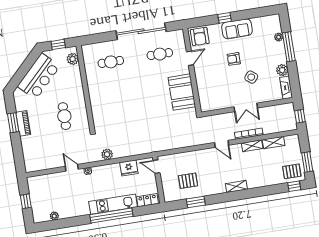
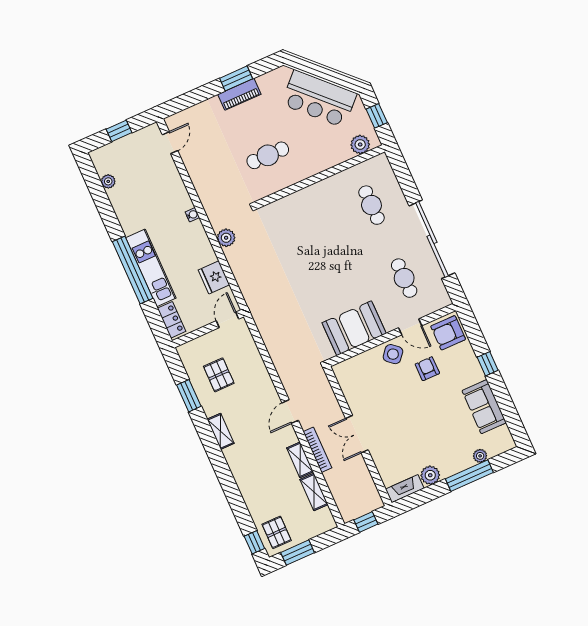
sofa: (237, 29) -> (484, 407), moved
armchair: (234, 59) -> (427, 369), moved
side table: (251, 77) -> (393, 354), moved
door: (72, 168) -> (170, 143), moved
shelving: (236, 186) -> (221, 431), moved

